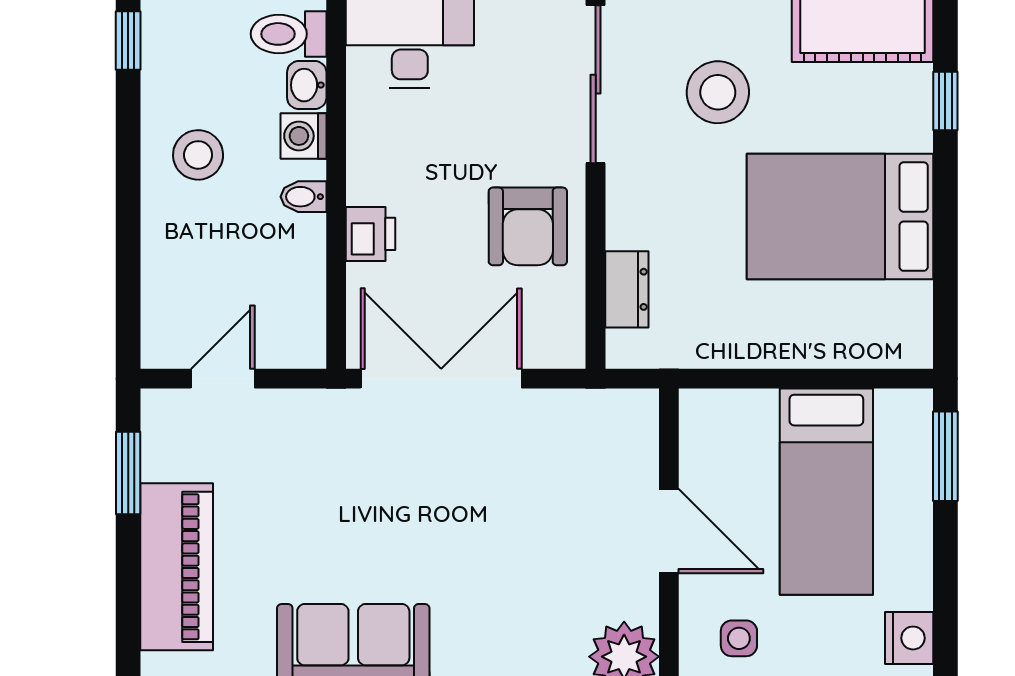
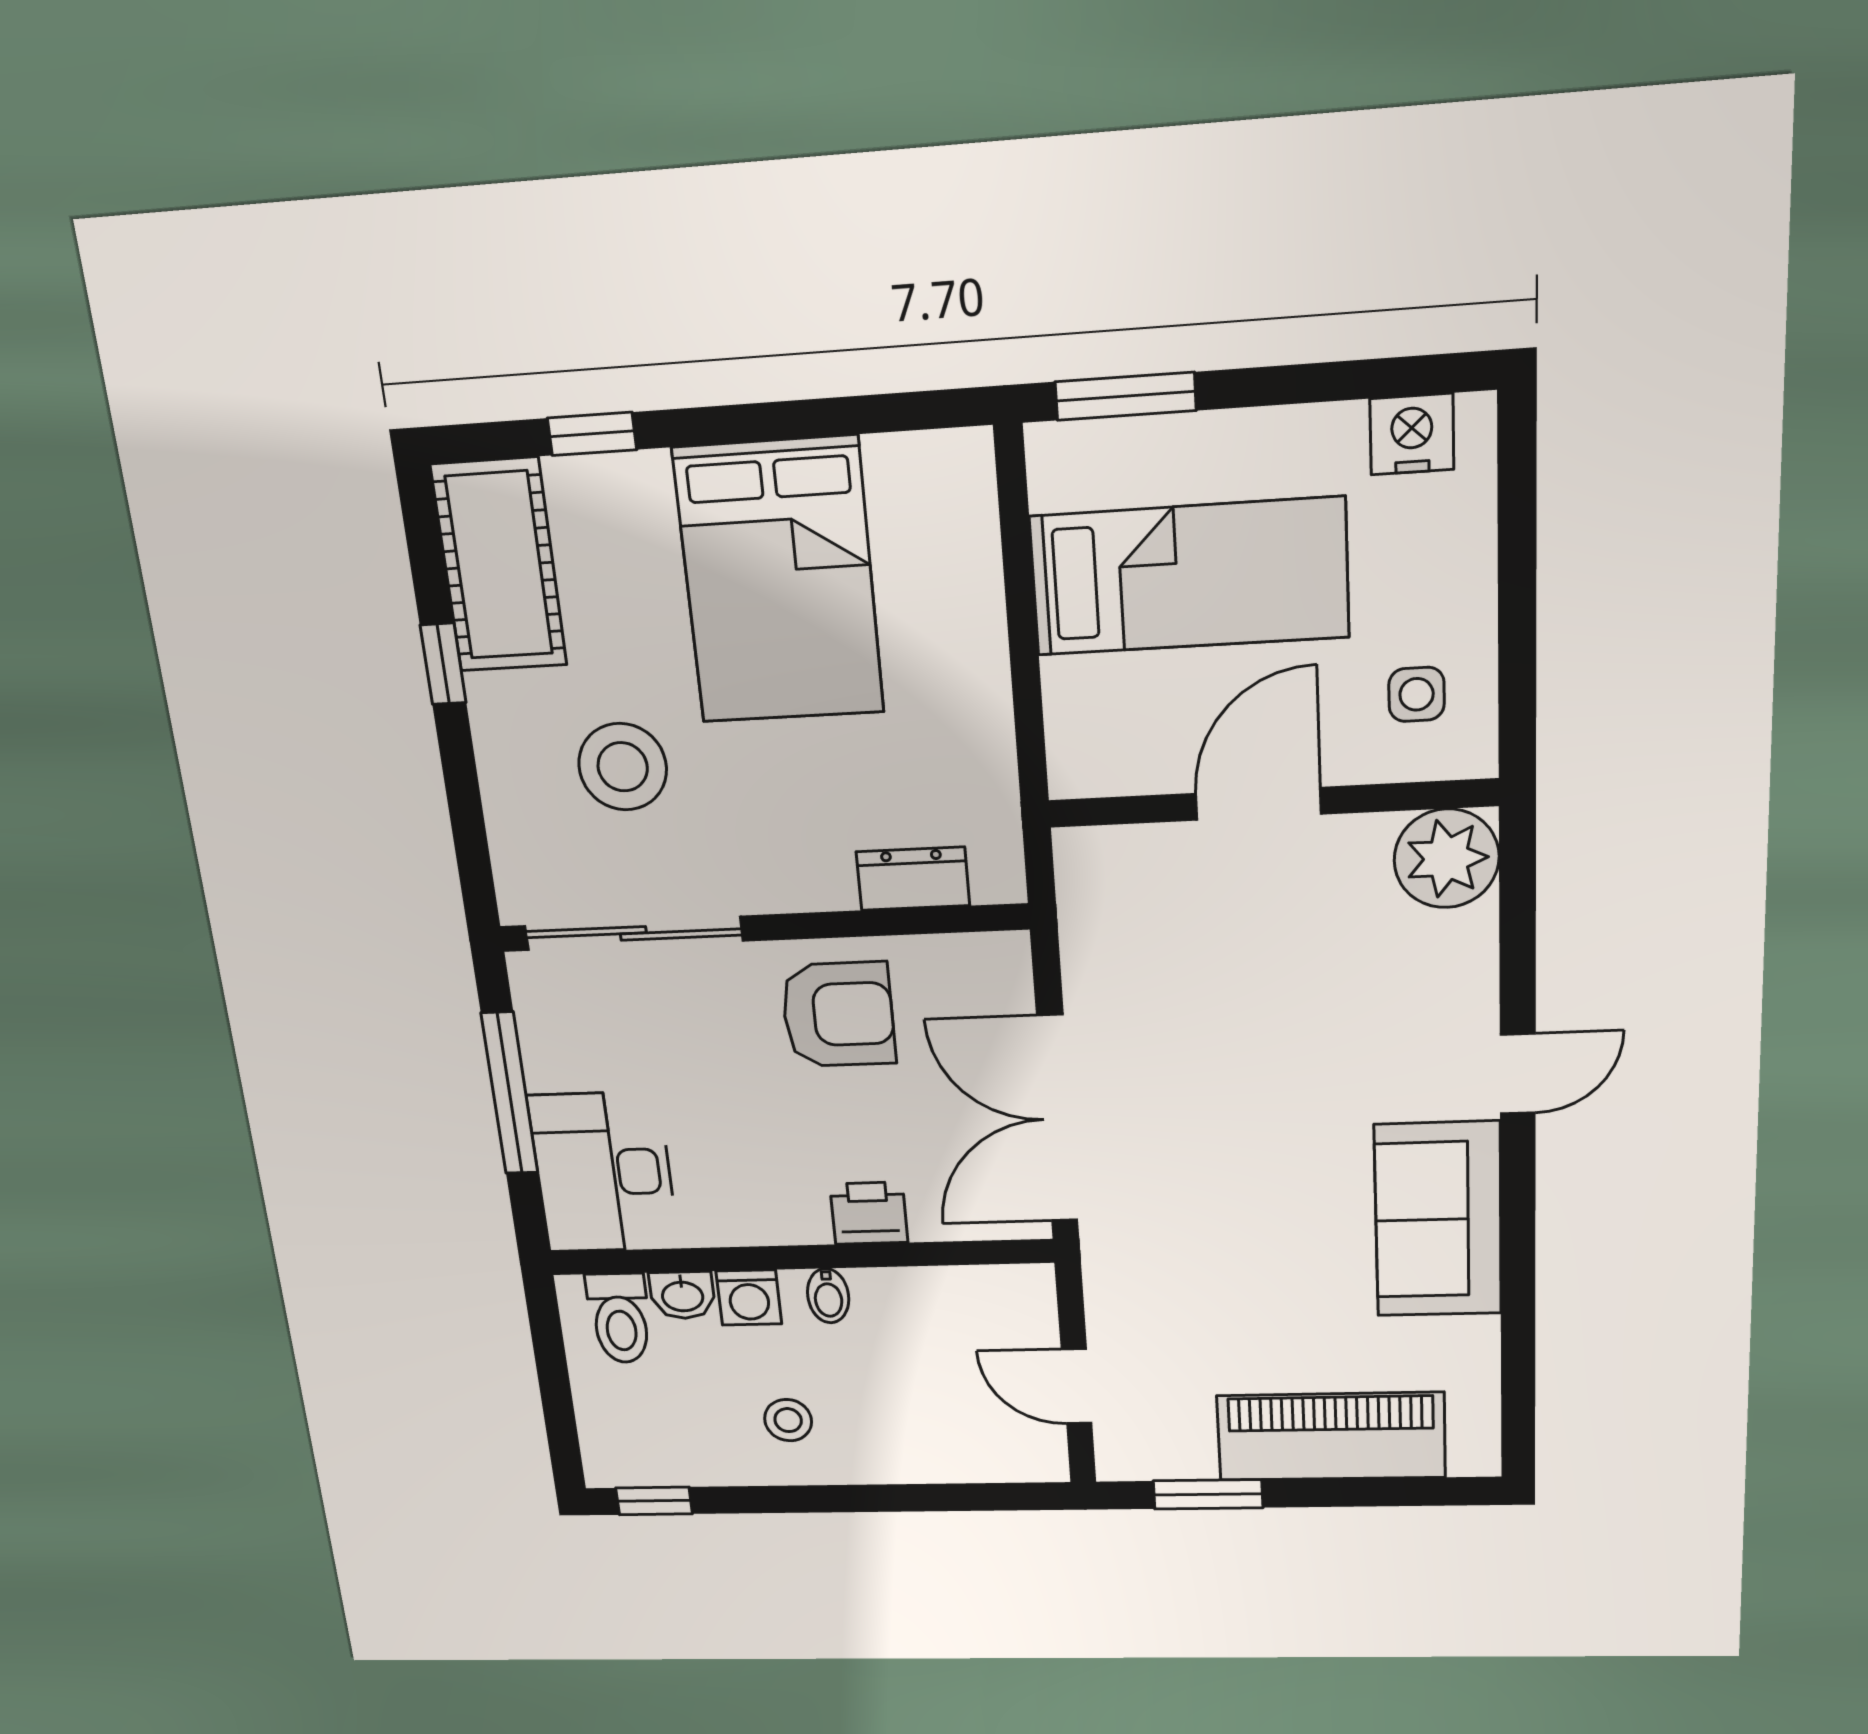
stool: (198, 155) -> (788, 1420), width x0.73, depth x0.73

